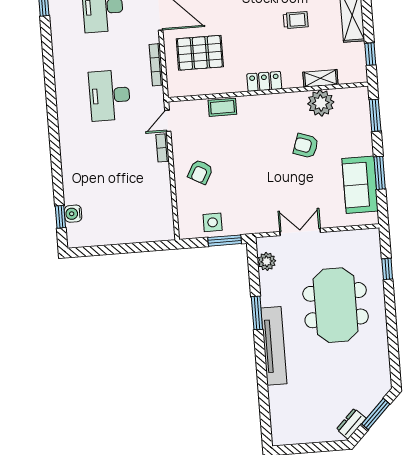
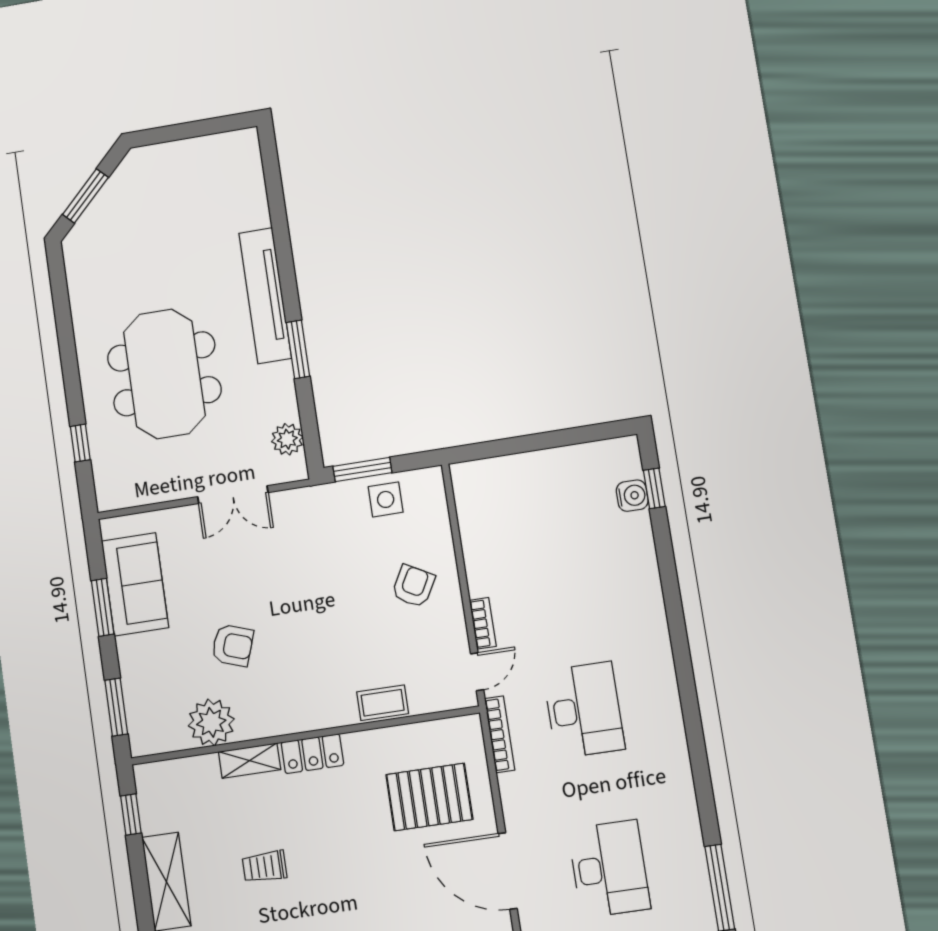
bookcase: (156, 65) -> (500, 734), moved
shelving: (320, 78) -> (250, 761), moved
dresser: (351, 424) -> (126, 176), removed

